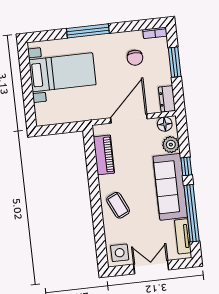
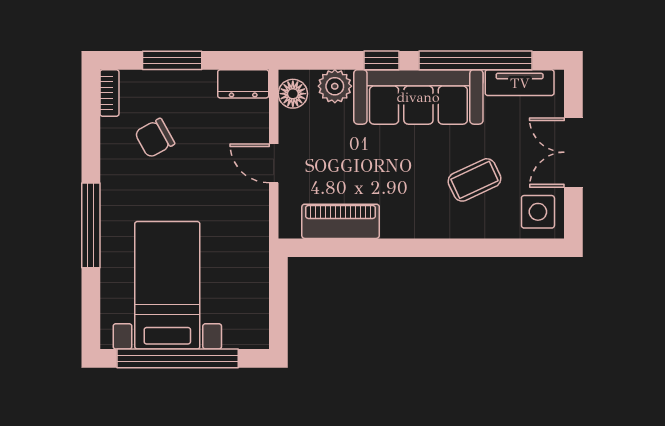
chair: (135, 58) -> (155, 138), turned 151
window: (27, 82) -> (178, 358), added
door: (129, 118) -> (274, 163), width x0.53
coffee table: (118, 205) -> (475, 180), moved

